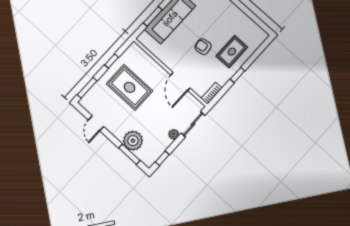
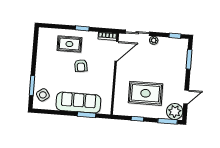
door: (180, 81) -> (117, 51), moved
rug: (130, 87) -> (146, 93), turned 90
plant: (133, 141) -> (175, 111), moved

